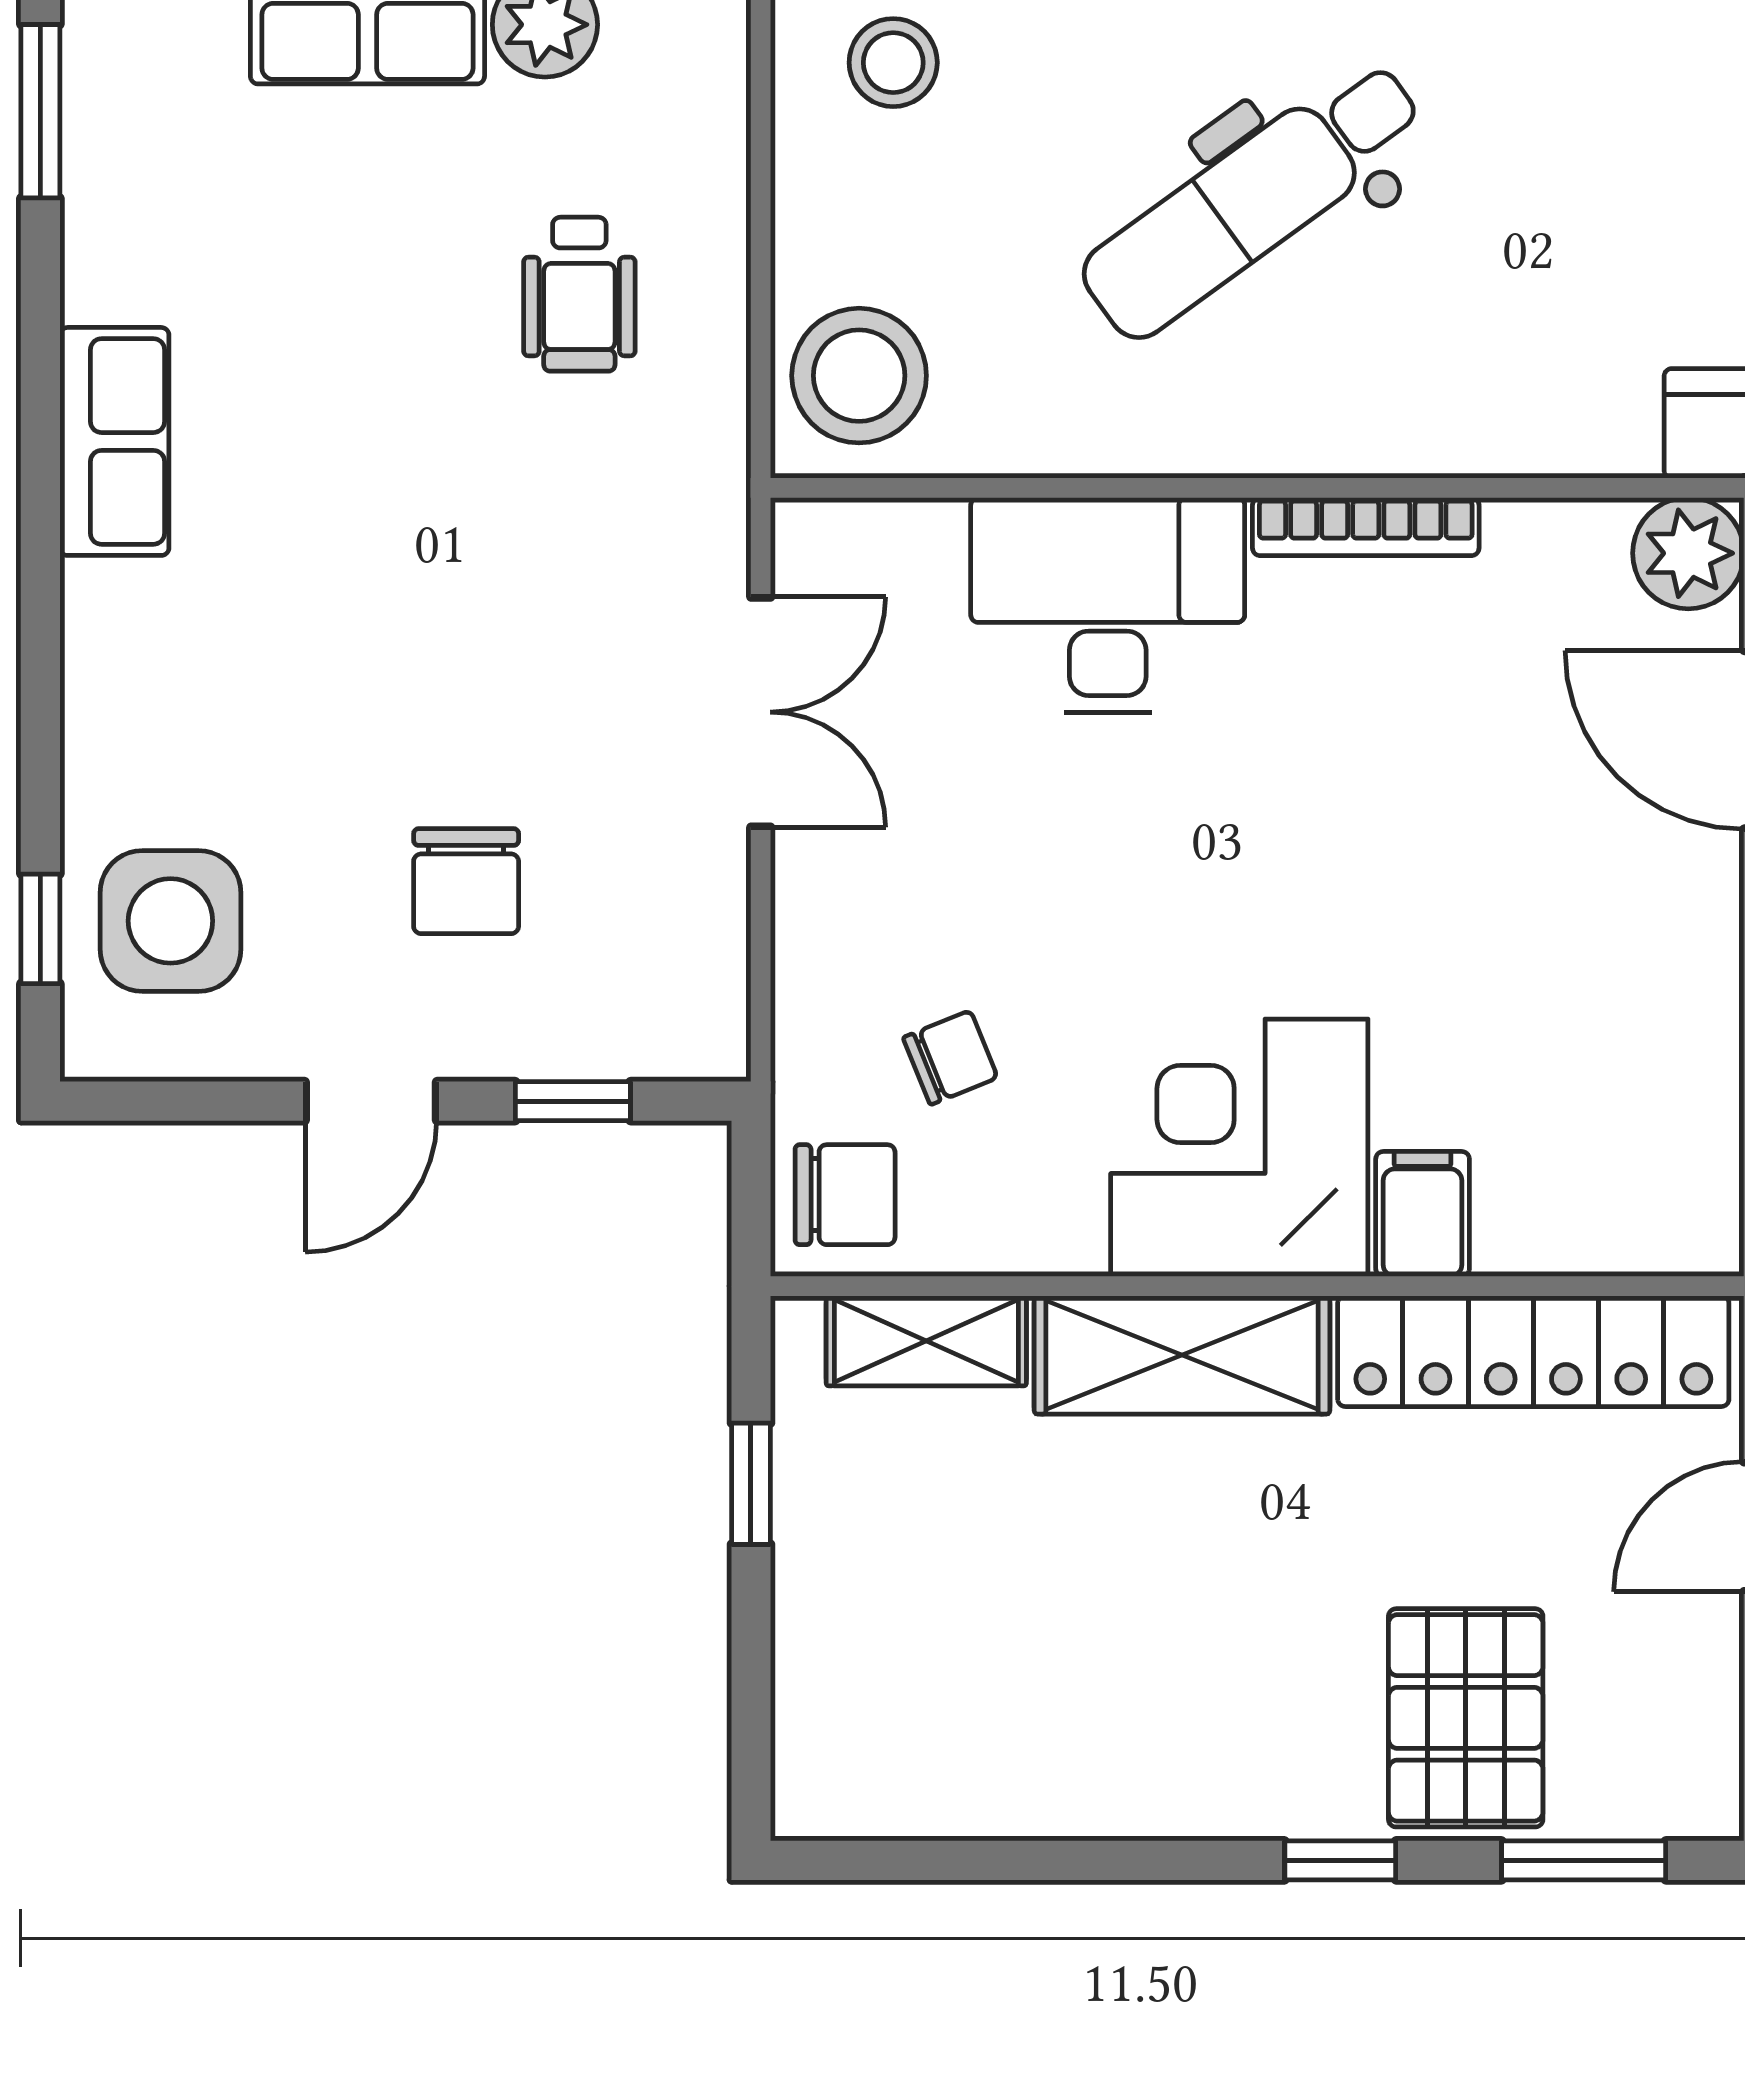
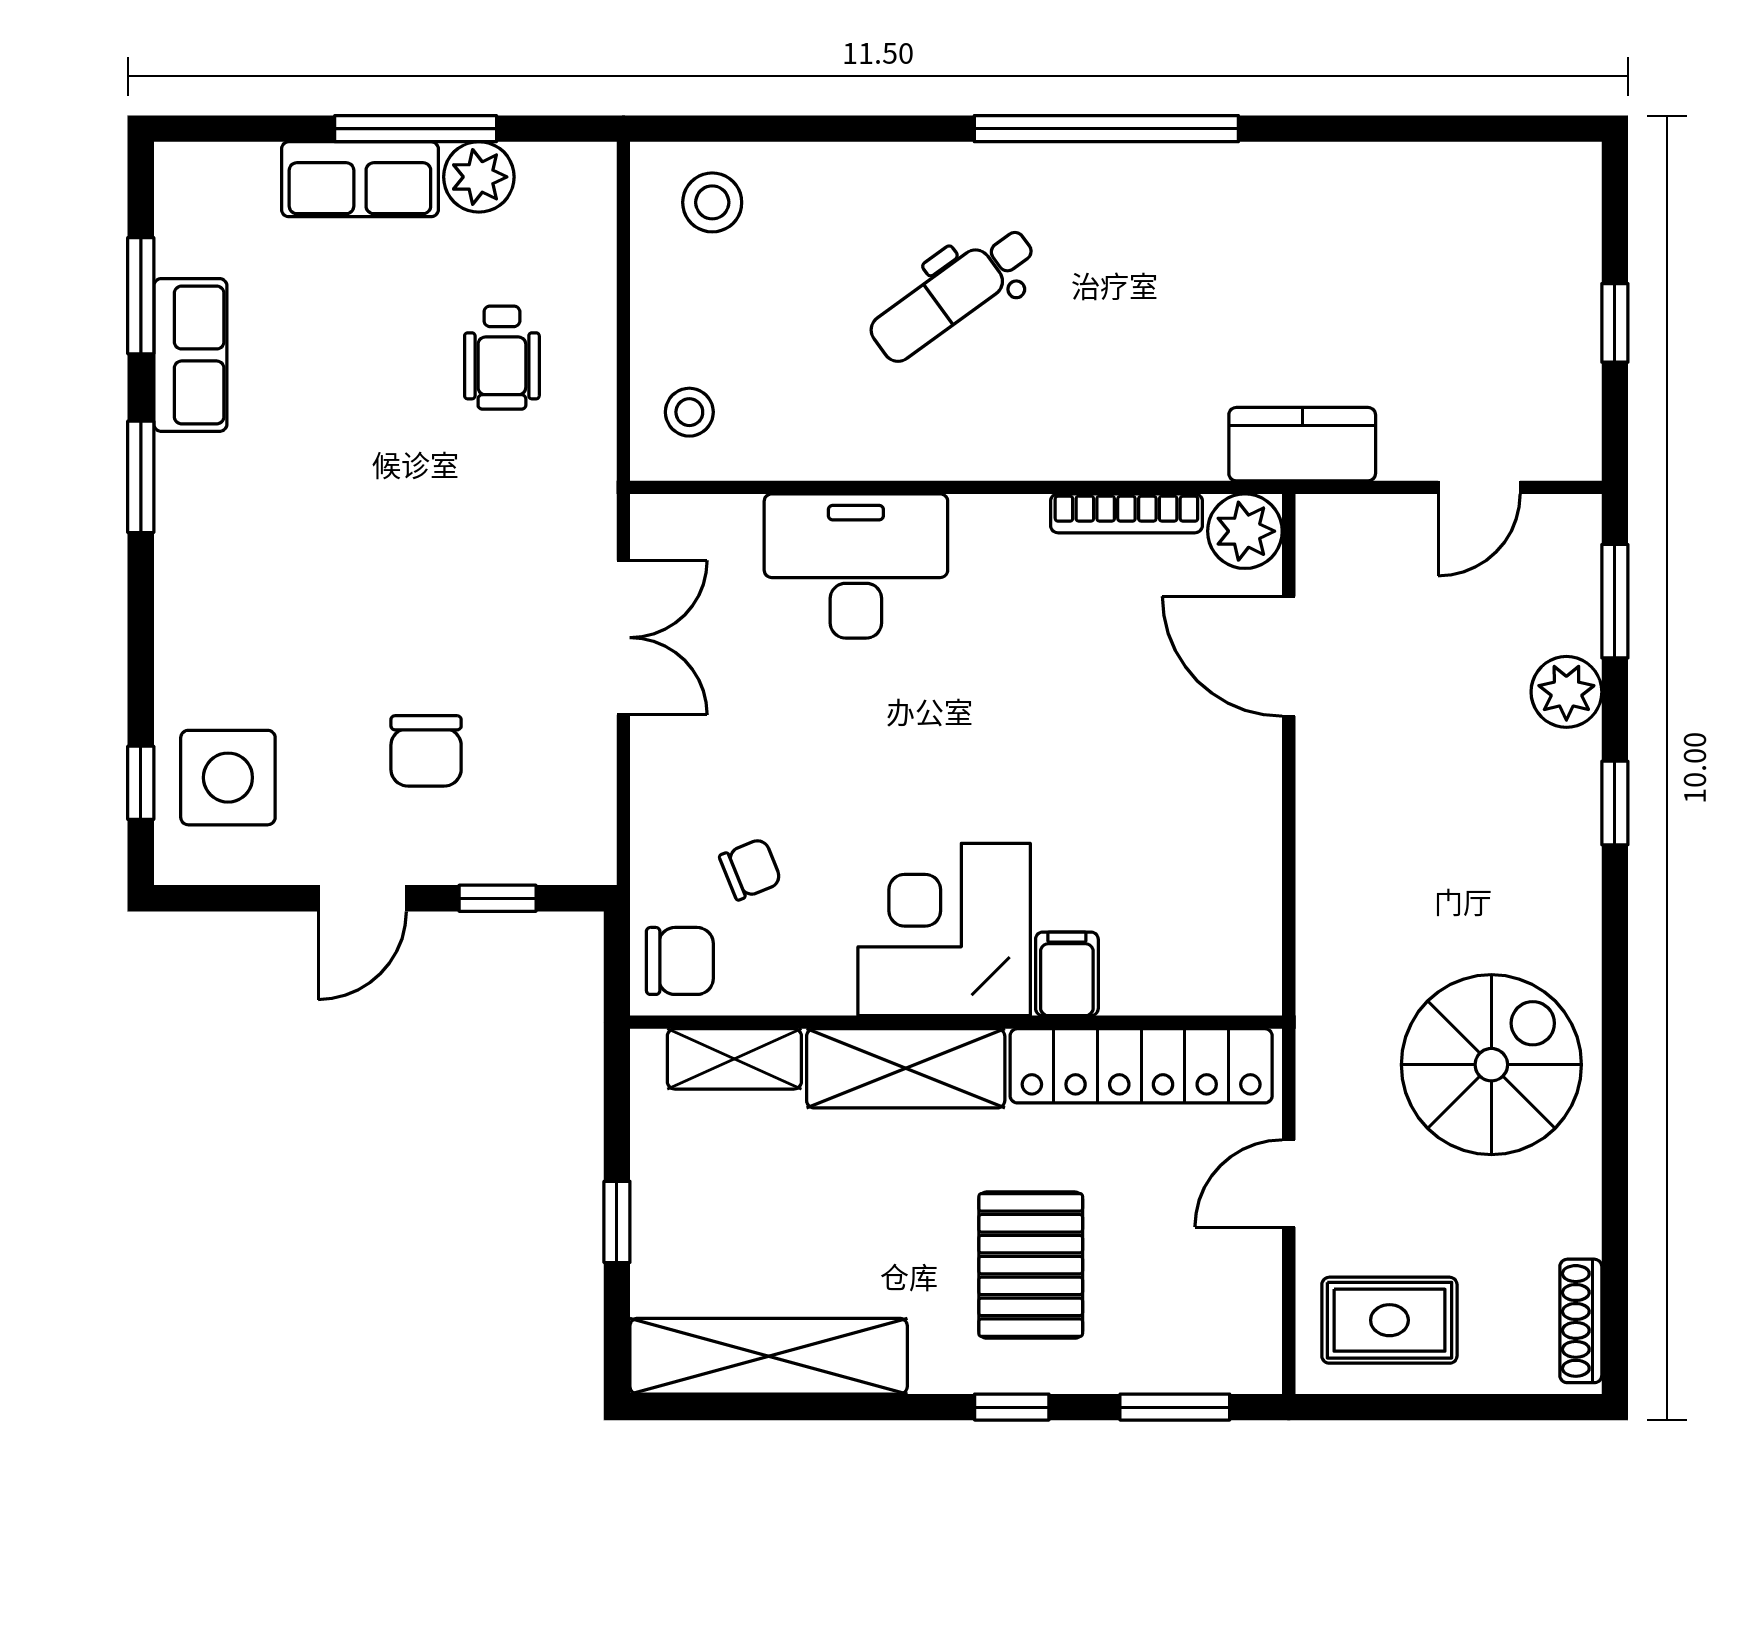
window: (40, 111) -> (141, 296), moved
dental chair: (1252, 199) -> (953, 294), width x0.73, depth x0.72
stool: (859, 376) -> (689, 412), width x0.53, depth x0.53
row of seats: (114, 441) -> (190, 355), moved
window: (40, 472) -> (141, 477), added
bookcase: (1366, 527) -> (1126, 513), moved
window: (751, 1484) -> (617, 1222), moved
pallet: (1466, 1718) -> (1031, 1265), moved
shelving: (977, 1784) -> (769, 1356), added

